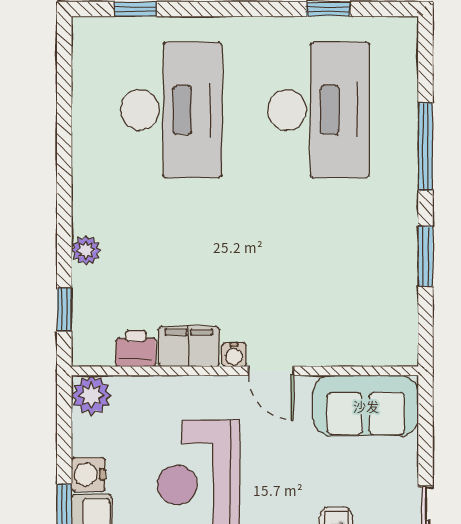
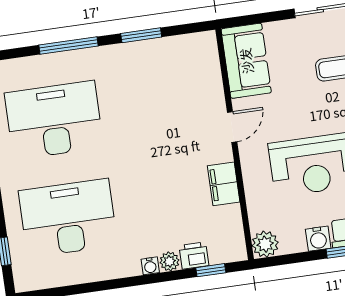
printer: (136, 349) -> (194, 256), moved, turned 90
water cooler: (234, 355) -> (150, 266), moved, turned 90

